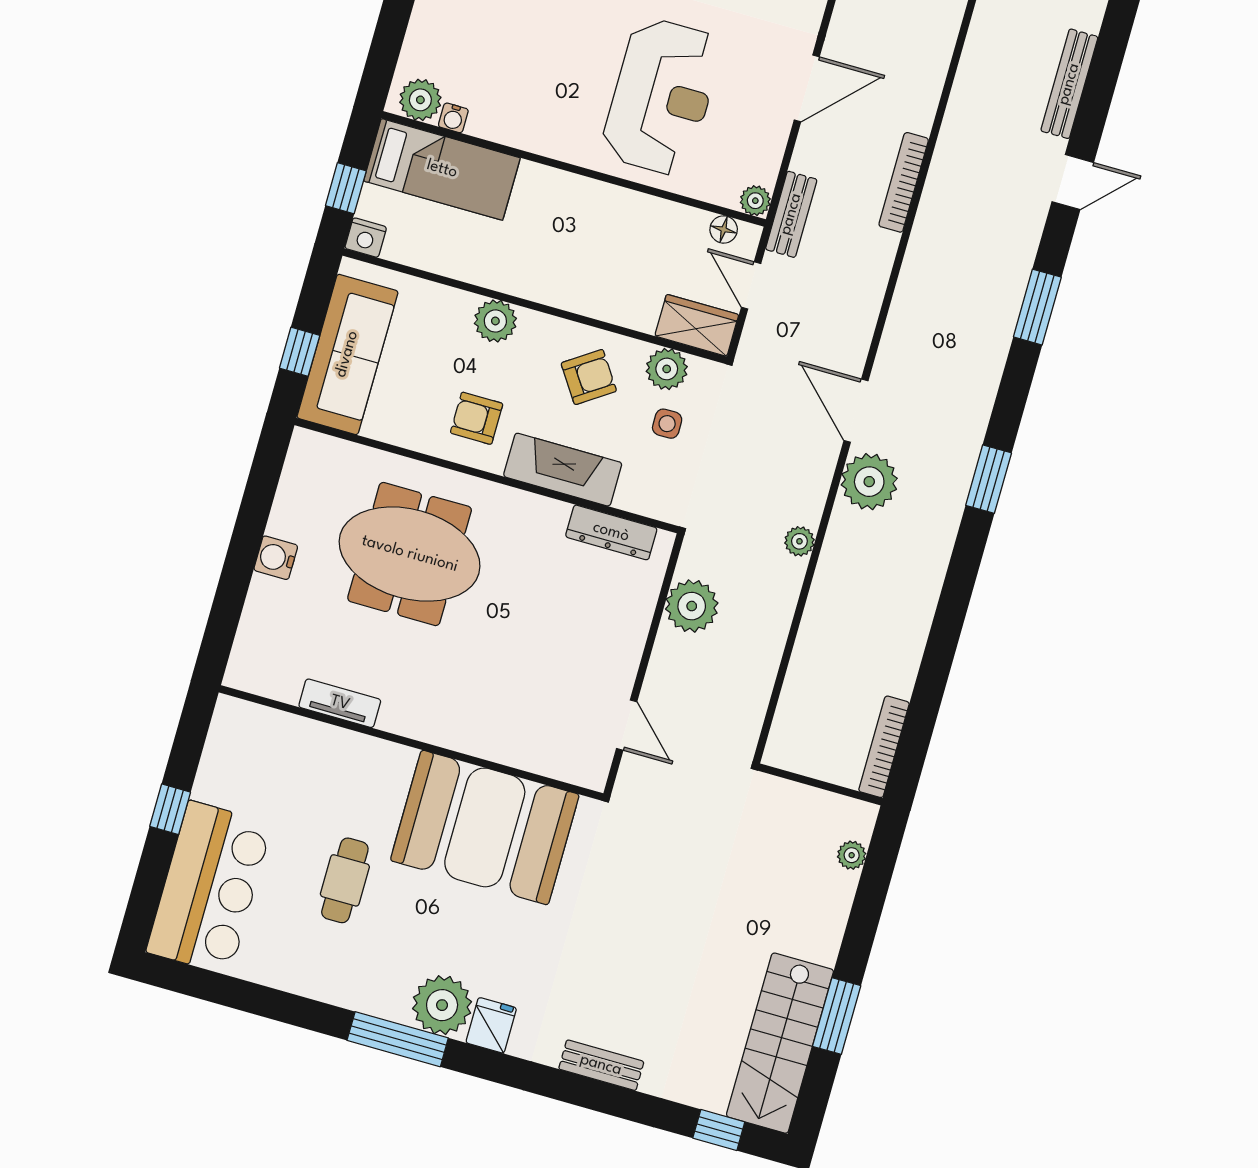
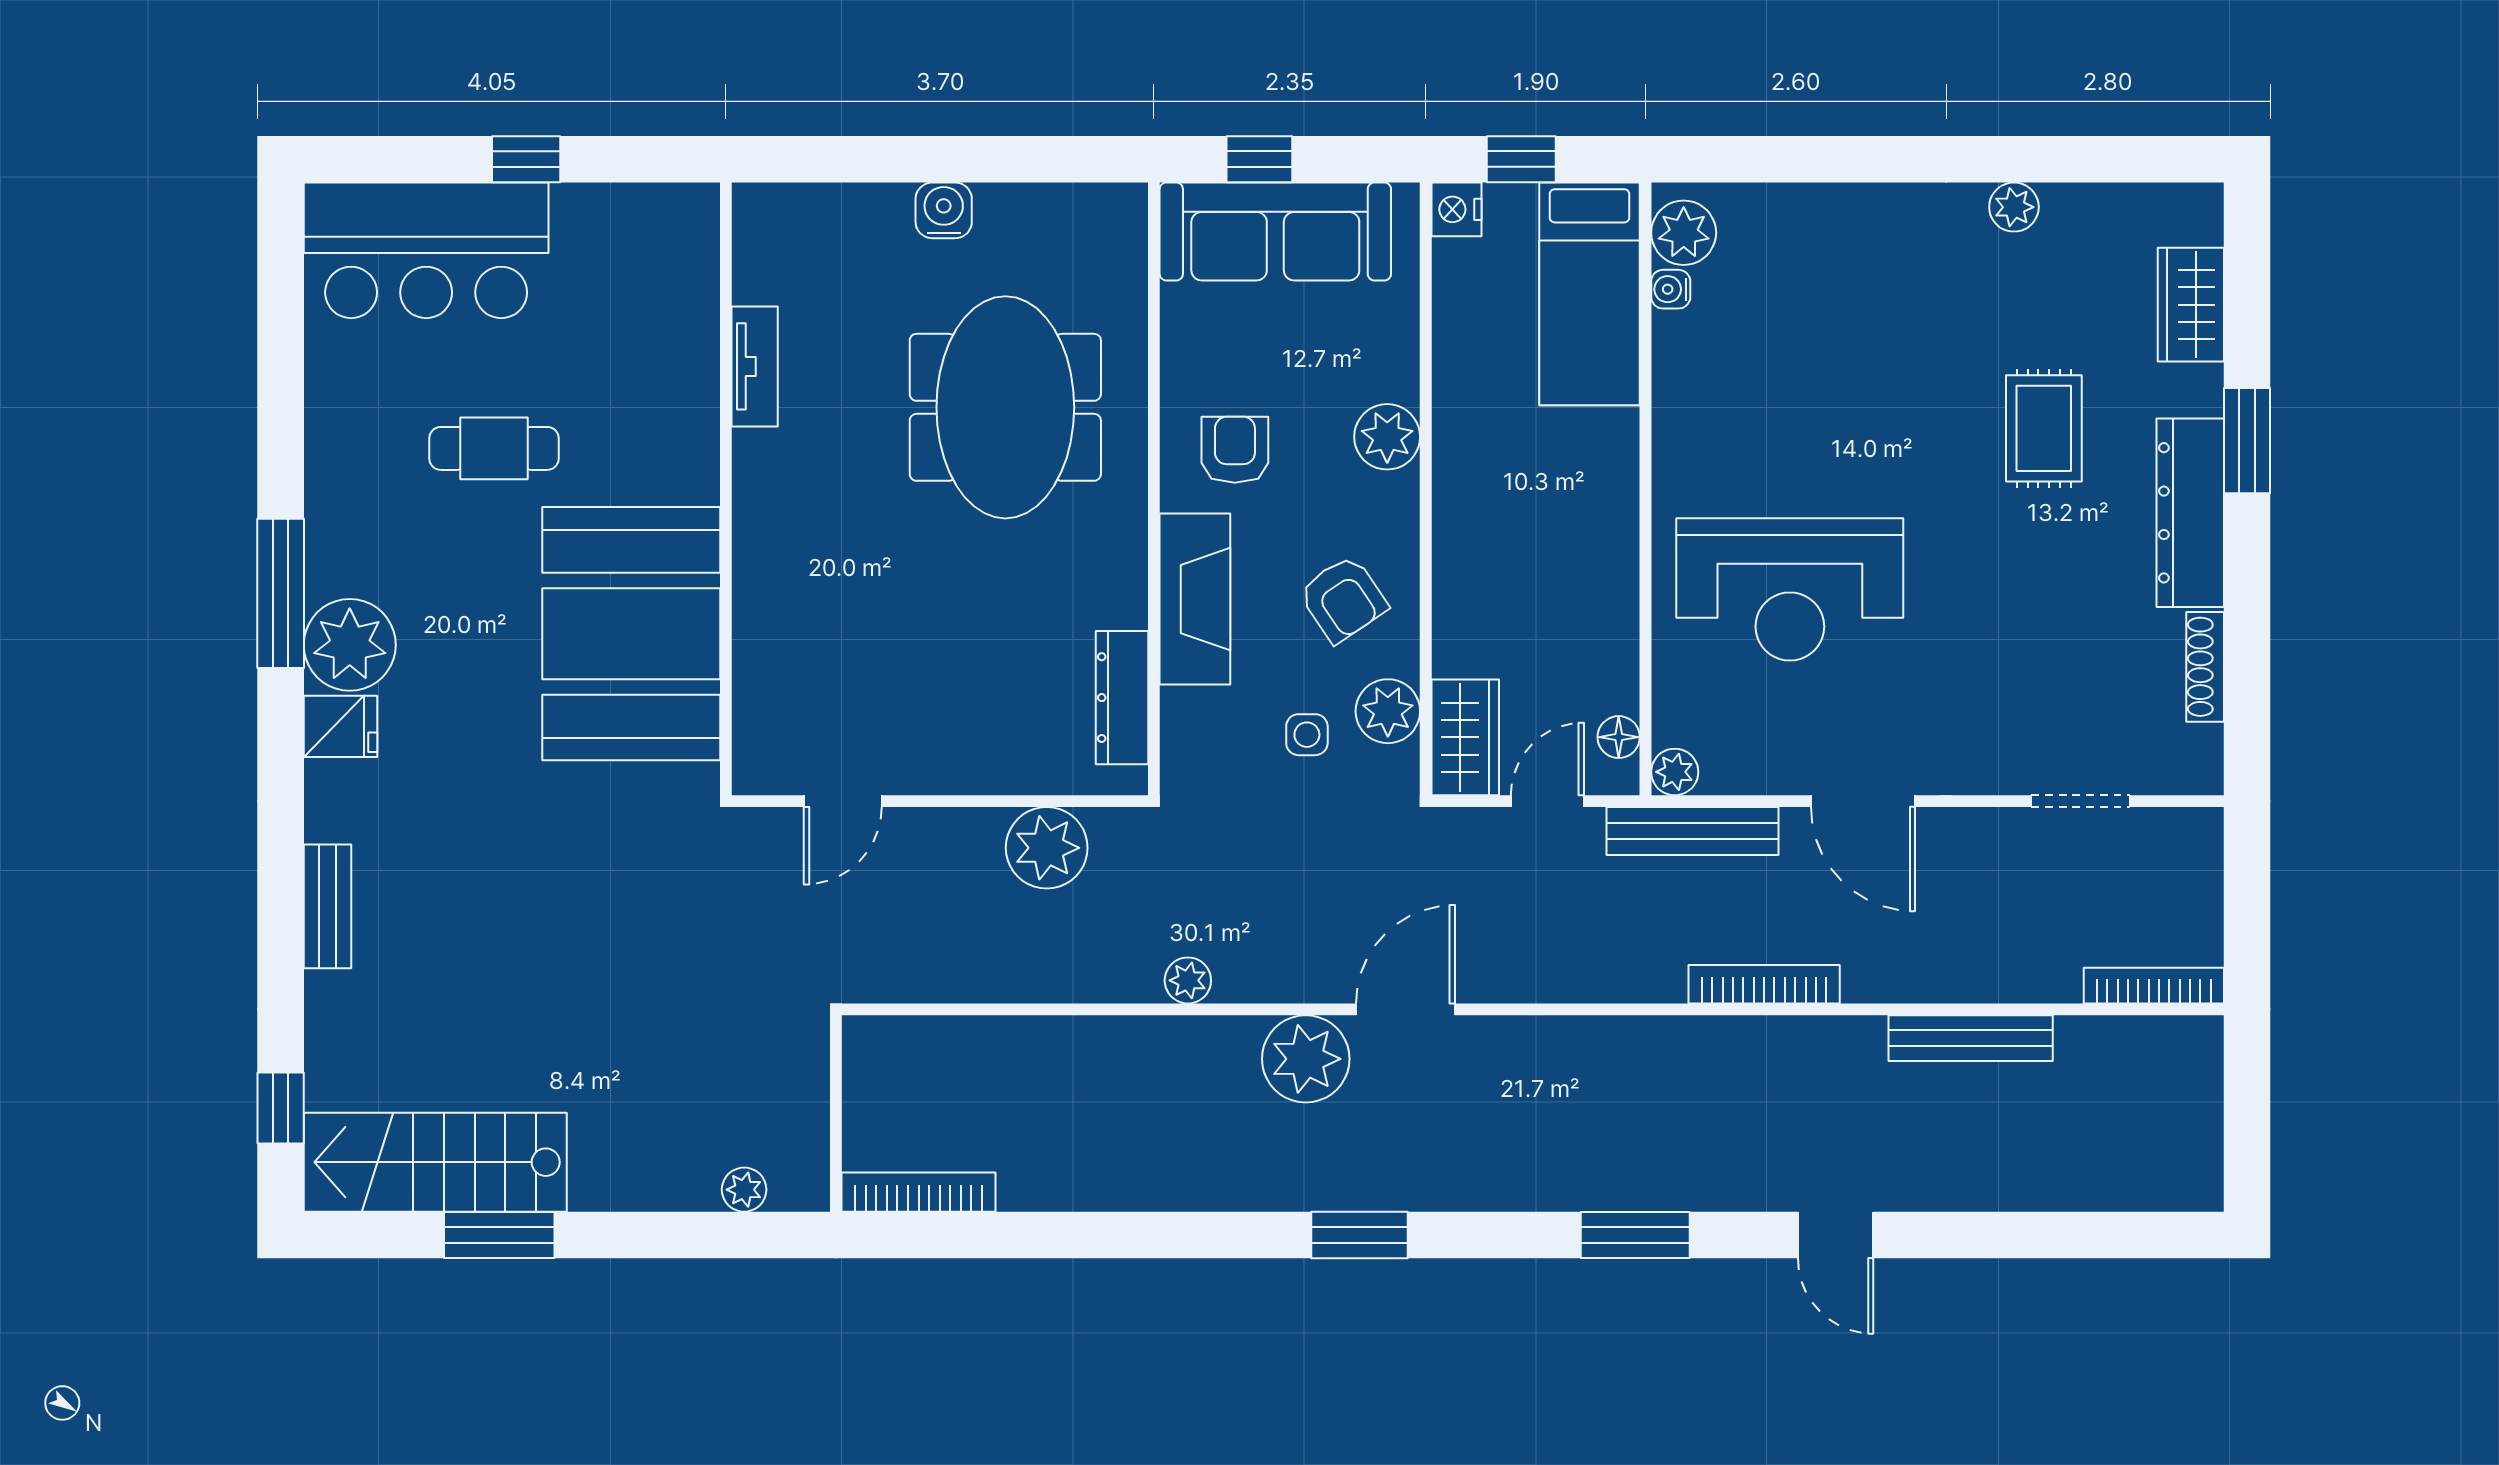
bench: (1069, 84) -> (1971, 1038), moved
bench: (791, 214) -> (1692, 831), width x1.36

